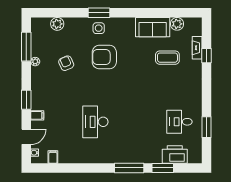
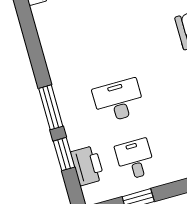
desk: (95, 122) -> (118, 101), moved

